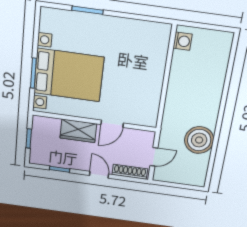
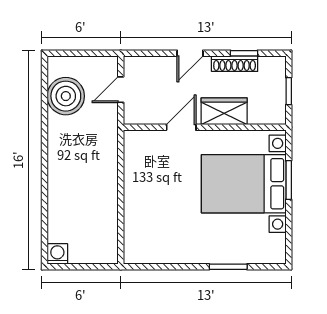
washing machine: (183, 41) -> (57, 254), moved, turned 90
boiler: (199, 140) -> (66, 96), moved
shoe rack: (130, 172) -> (235, 64), moved
door: (99, 175) -> (190, 53), hinge flipped

